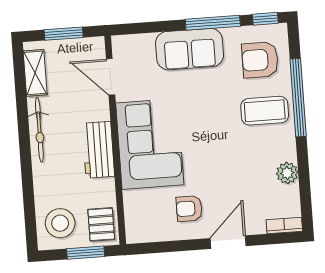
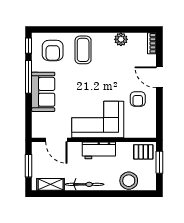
door: (111, 77) -> (56, 140), hinge flipped
window: (298, 98) -> (77, 30), removed
stool: (60, 223) -> (129, 181), moved

